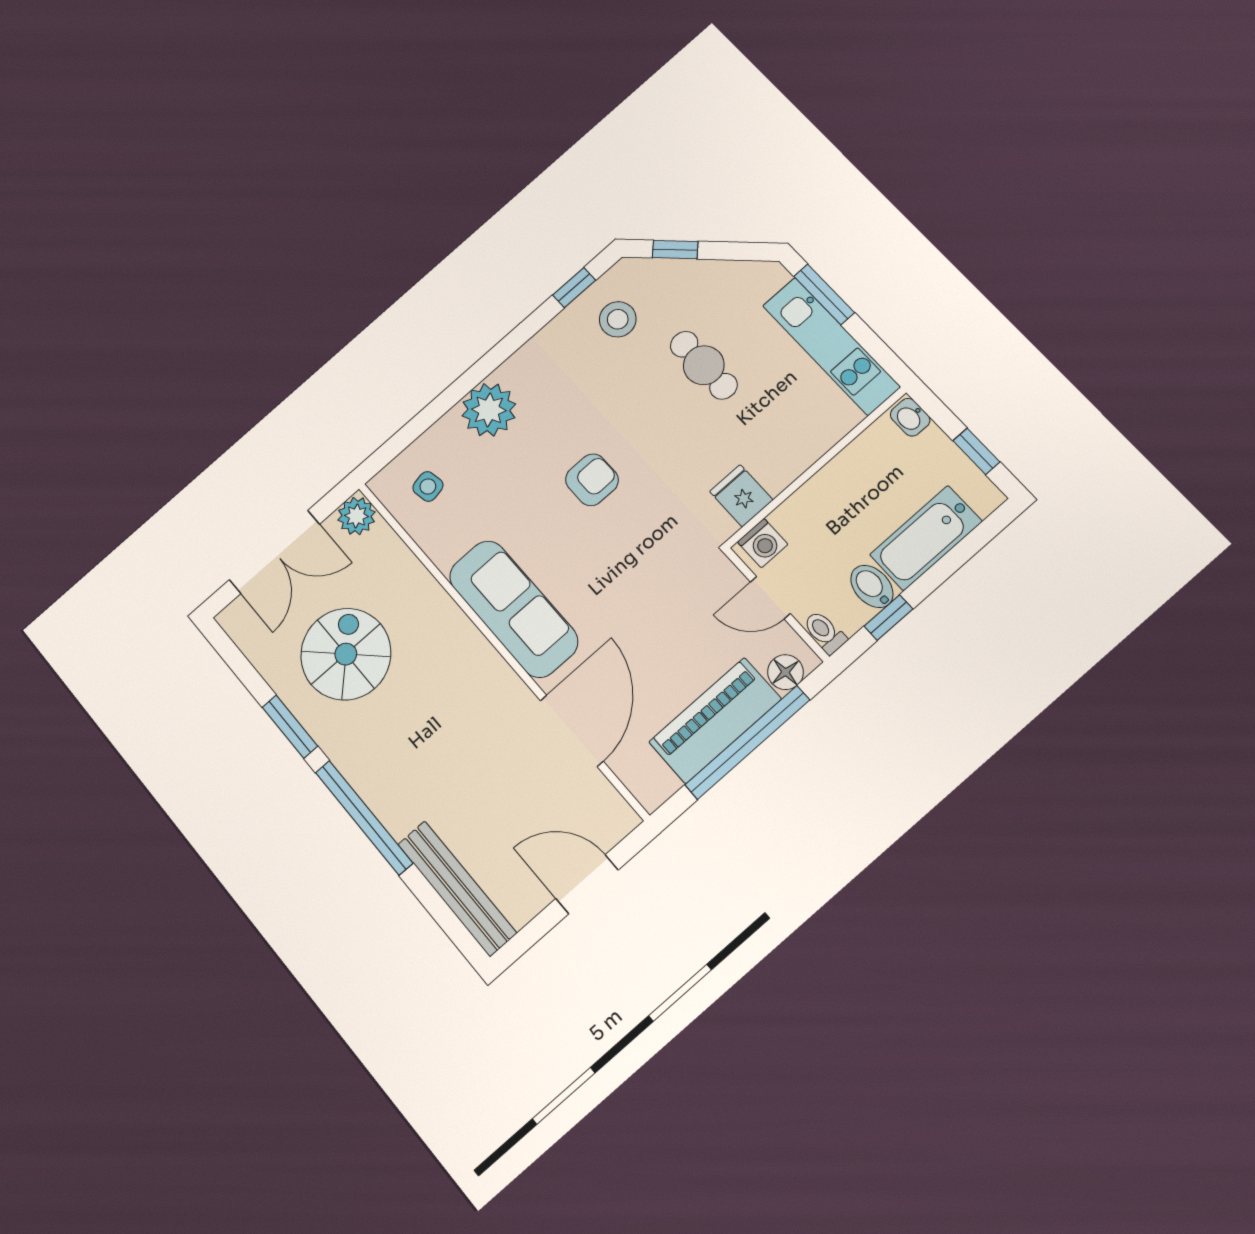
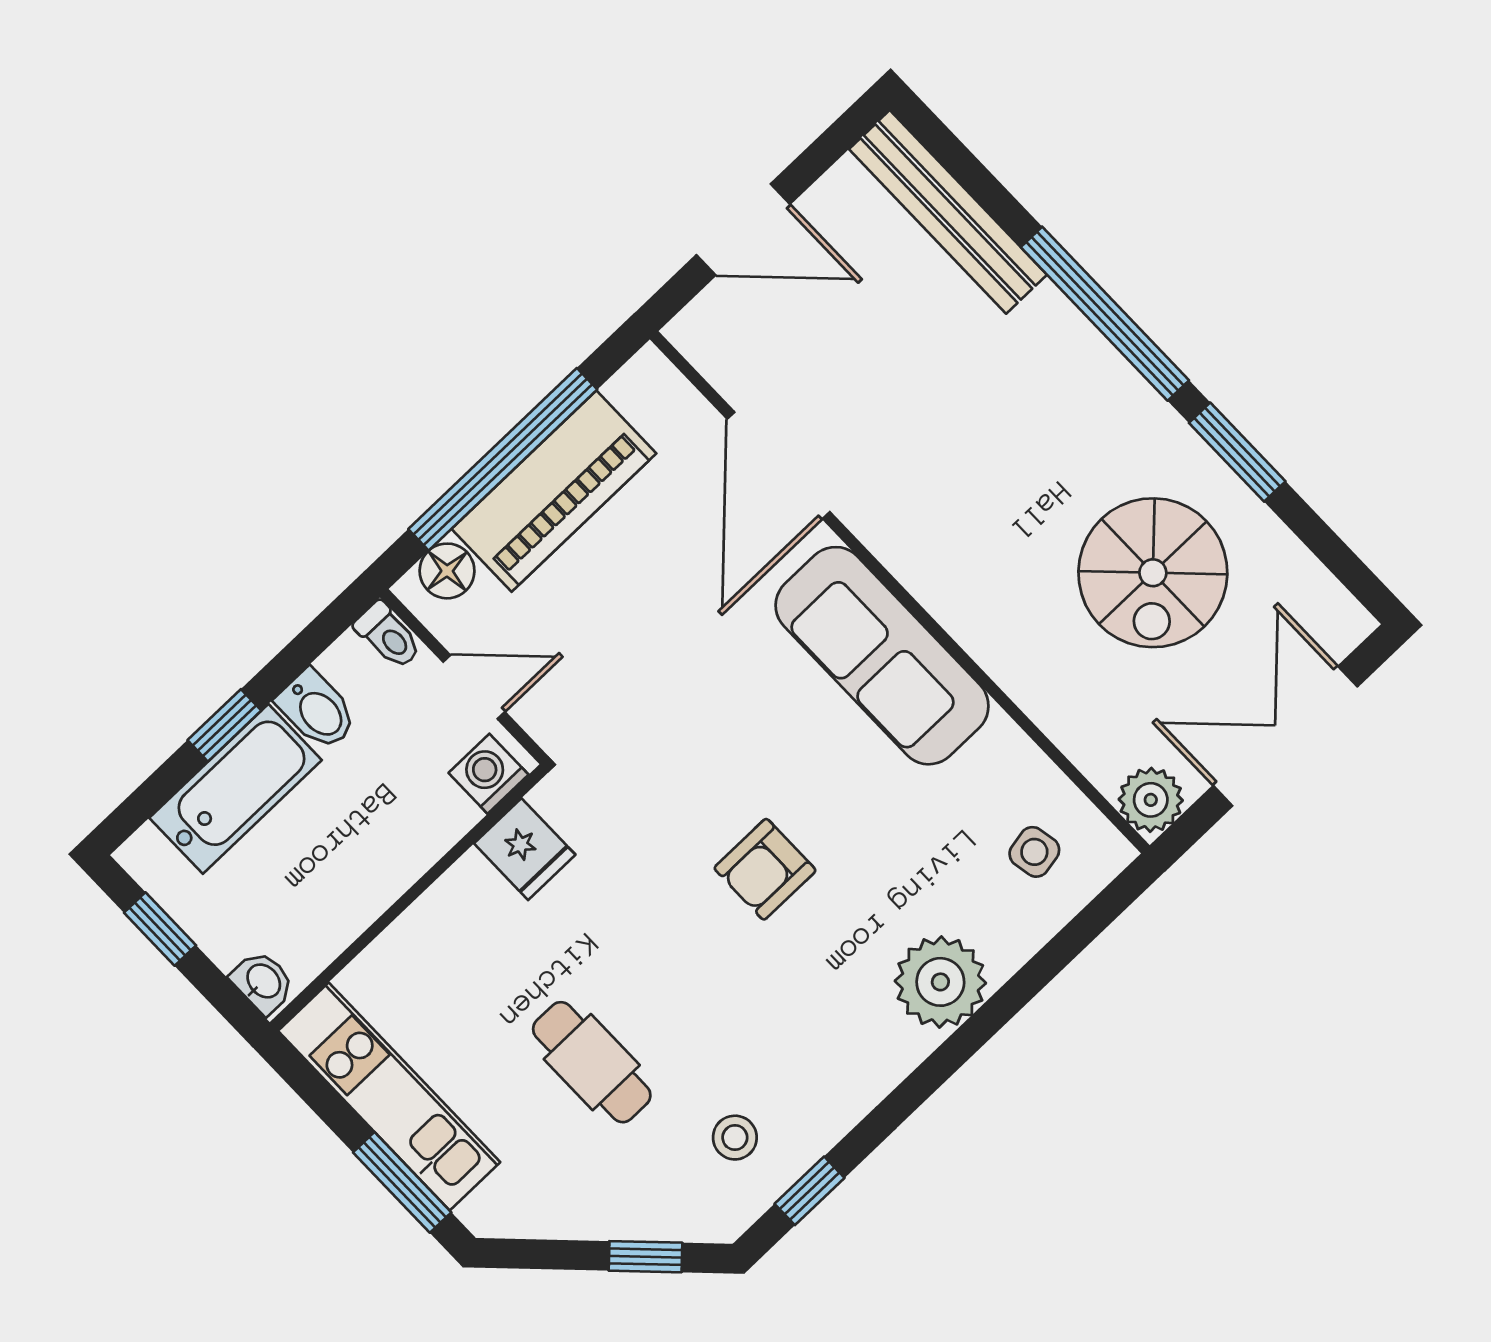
stool: (618, 319) -> (735, 1138), width x0.73, depth x0.73
window: (888, 618) -> (224, 725), moved

